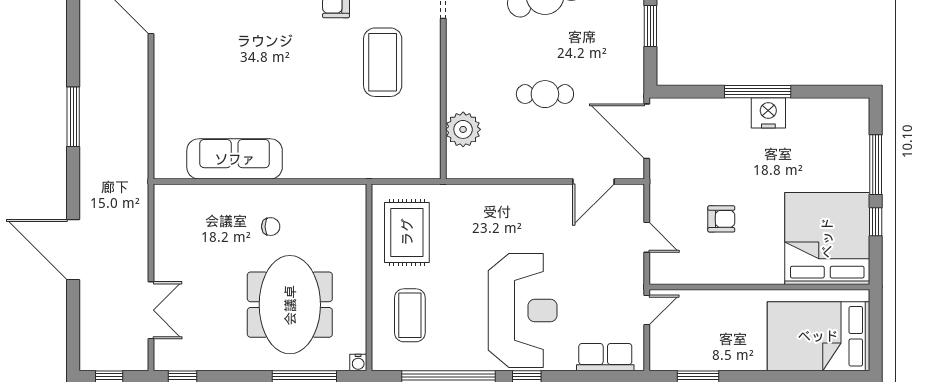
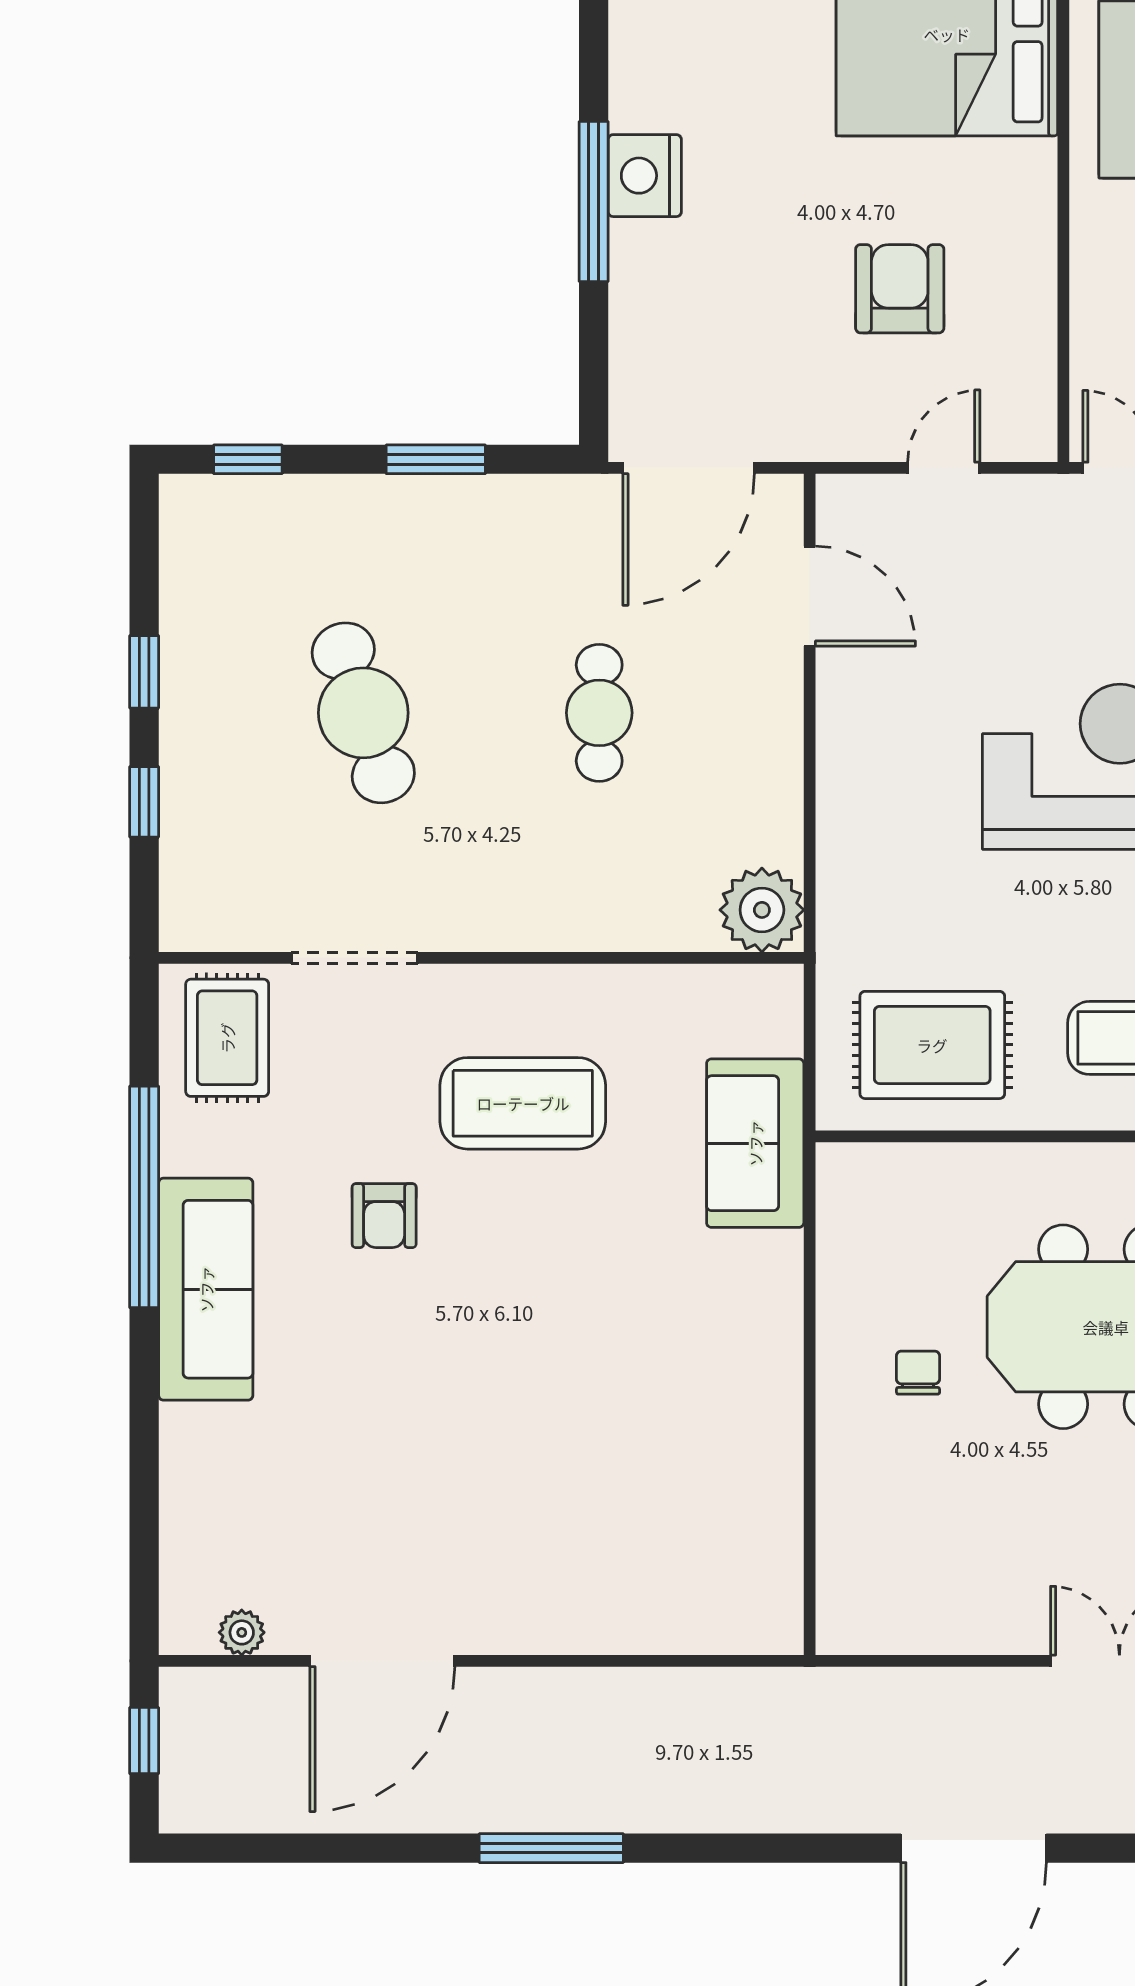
window: (73, 117) -> (551, 1848), moved
plant: (463, 129) -> (762, 910), moved
sofa: (235, 159) -> (755, 1143), moved, width x0.73
armchair: (721, 219) -> (900, 289), width x1.38, depth x1.38

